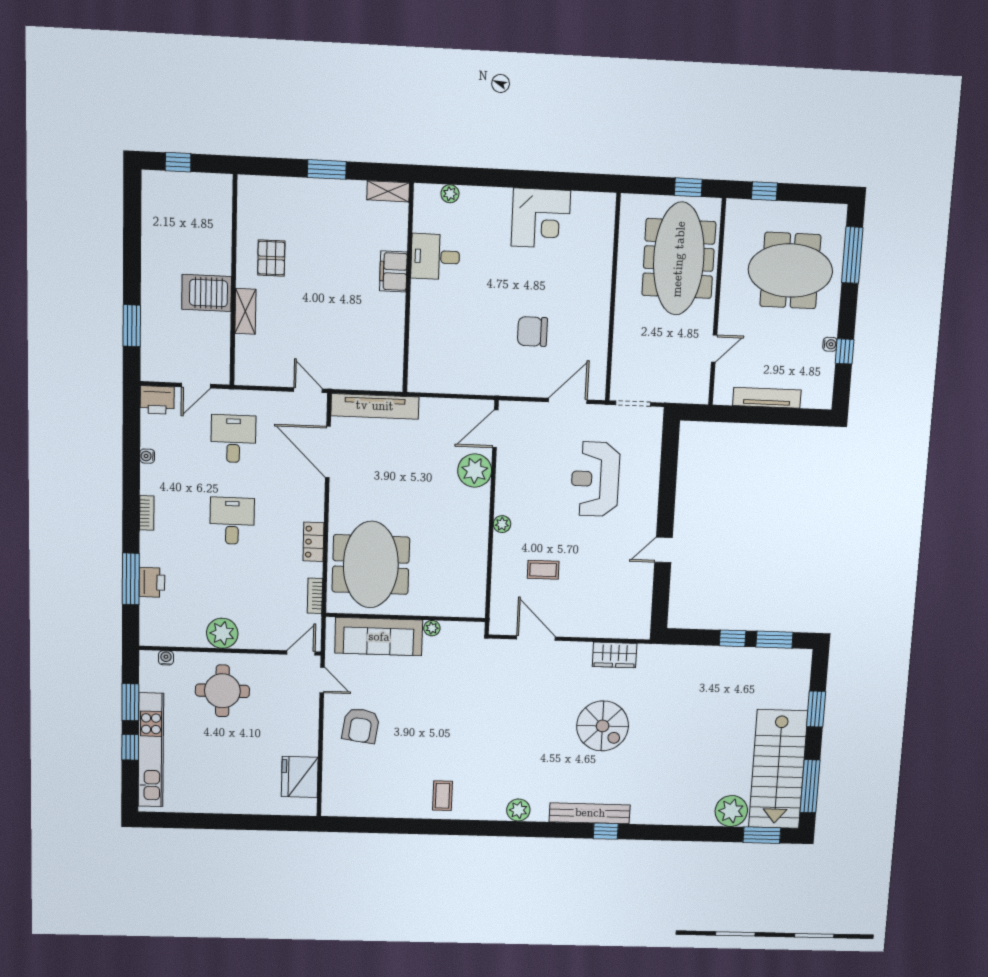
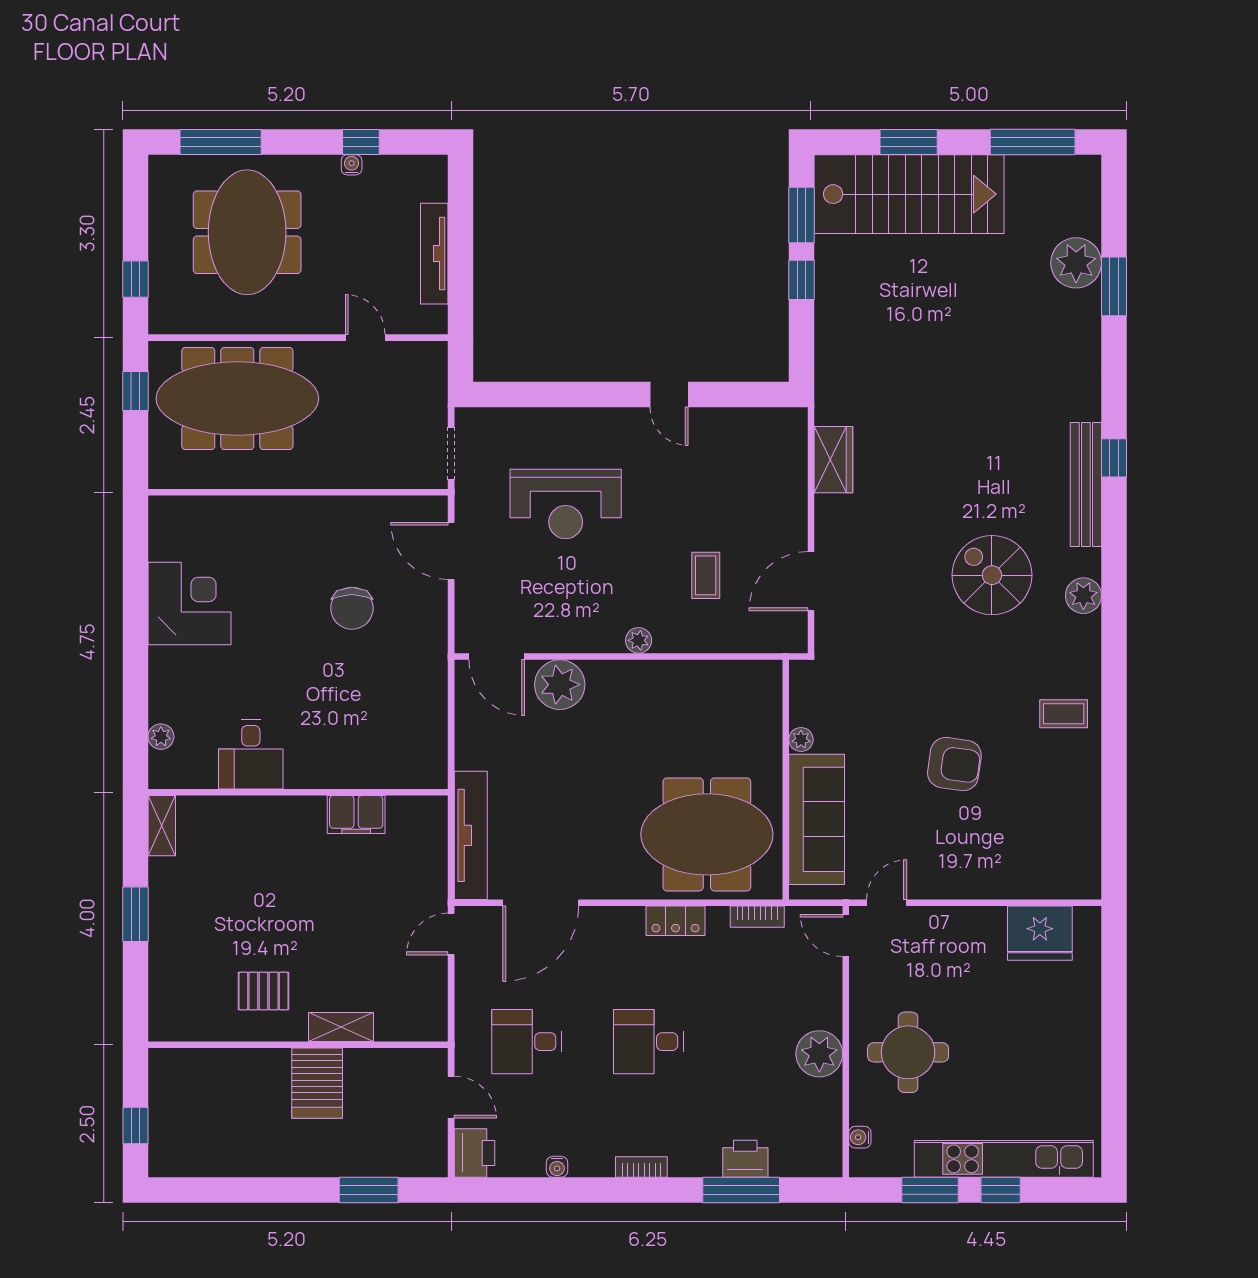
filing cabinet: (393, 271) -> (356, 815), moved
armchair: (361, 726) -> (954, 764), moved
spiral stairs: (603, 726) -> (992, 575), moved, turned -90
stairs: (778, 769) -> (909, 194), moved
window: (762, 835) -> (1114, 286), moved

